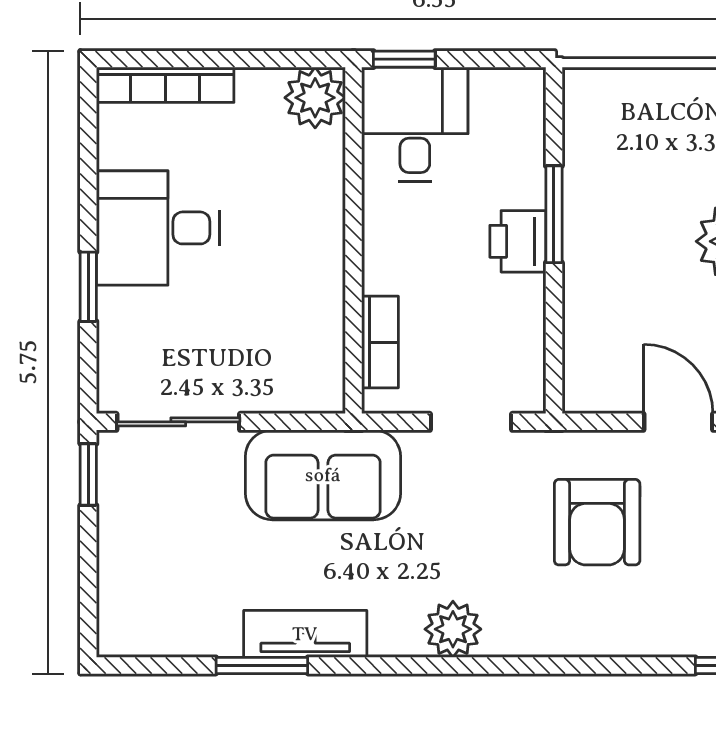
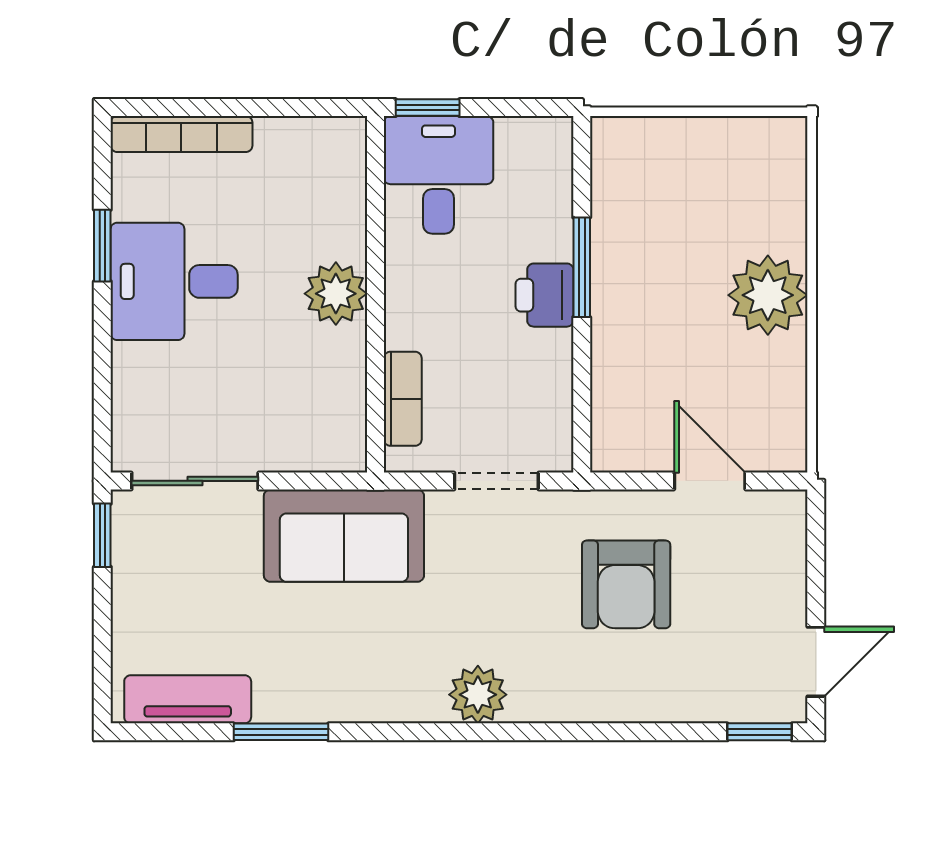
plant: (315, 98) -> (336, 294), moved
window: (88, 287) -> (102, 246), moved
tv unit: (305, 634) -> (188, 699), moved

